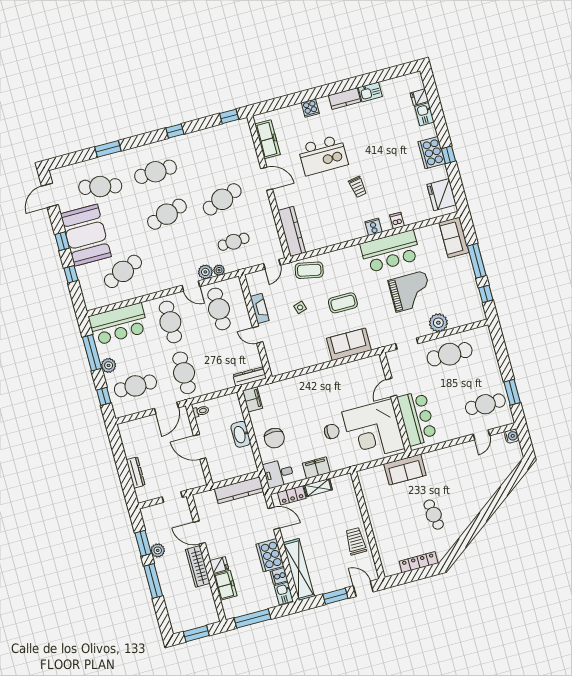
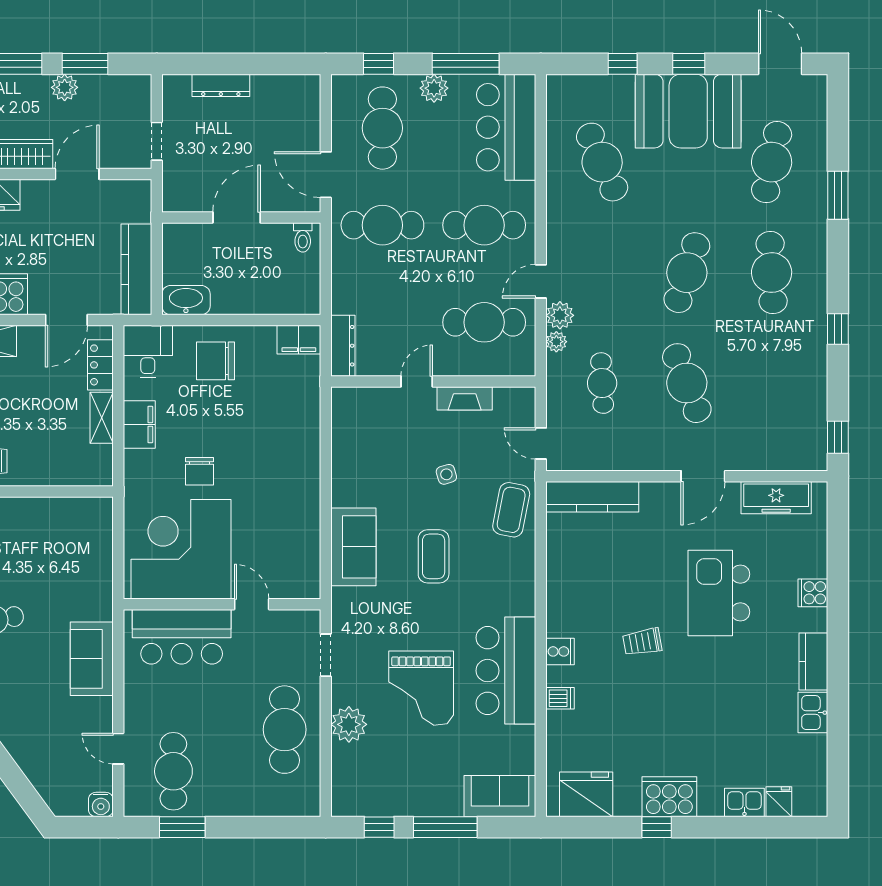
cafe table: (167, 214) -> (687, 273), turned 36
washbasin: (241, 434) -> (186, 300), moved
sofa: (405, 470) -> (92, 659), moved

